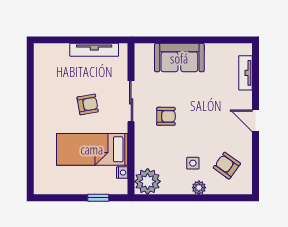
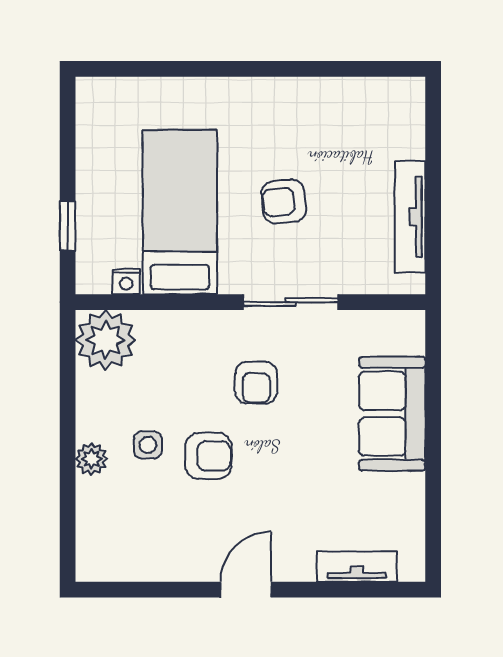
armchair: (88, 104) -> (284, 202), turned 94
armchair: (227, 166) -> (208, 456), moved, turned 54

